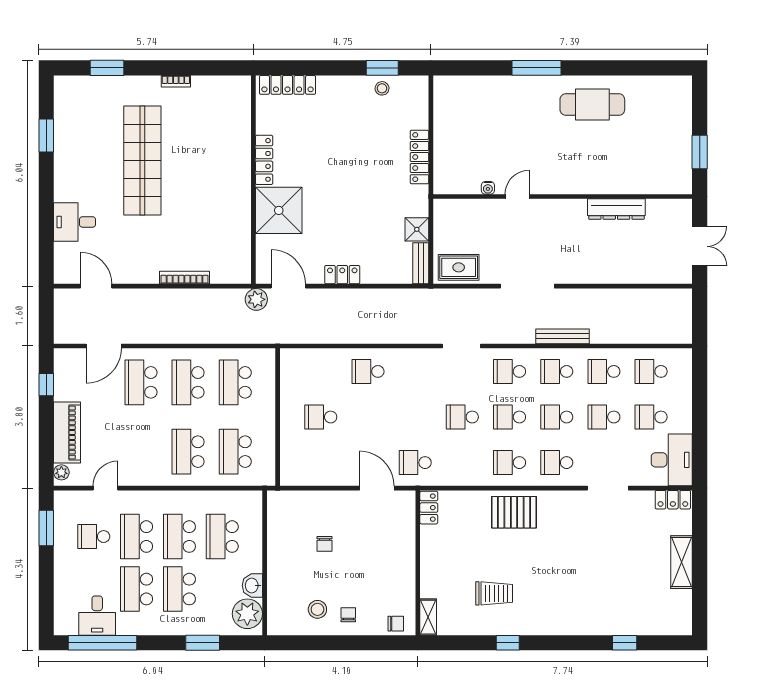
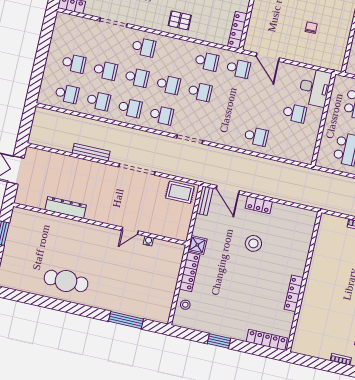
window: (382, 68) -> (219, 341), moved
window: (537, 68) -> (126, 320), moved
stool: (382, 88) -> (185, 305), moved
shower: (279, 210) -> (291, 257), removed
stool: (337, 218) -> (253, 243), added
shower: (417, 229) -> (197, 245), moved
door: (288, 286) -> (228, 190), moved
plant: (256, 299) -> (320, 201), removed
bench: (563, 336) -> (91, 152), moved
desk: (672, 460) -> (315, 87), moved, turned 180
school desk: (510, 463) -> (207, 61), moved
locker: (429, 508) -> (237, 30), width x1.53
pallet: (514, 512) -> (180, 20), width x0.67, depth x0.71

